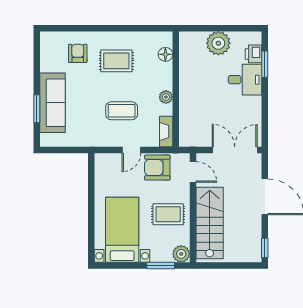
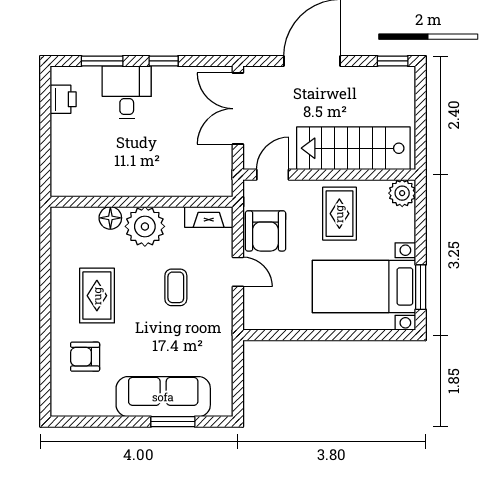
plant: (218, 43) -> (69, 134), removed
floor lamp: (165, 54) -> (110, 218), moved
printer: (253, 54) -> (63, 99), moved, turned -90
plant: (166, 97) -> (145, 226), width x1.88, depth x1.88
window: (265, 103) -> (164, 61), added
coffee table: (122, 111) -> (176, 287), width x0.73, depth x0.77
window: (161, 266) -> (421, 287), moved

